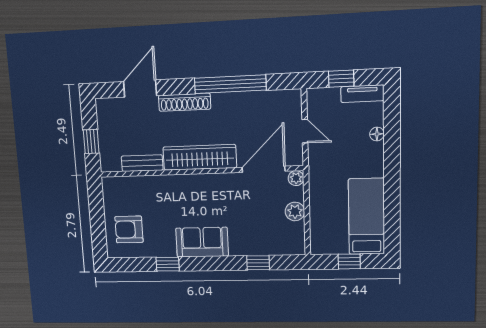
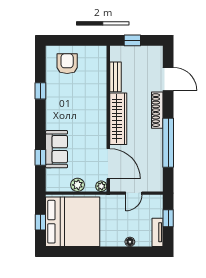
bed: (366, 217) -> (73, 222), width x2.04
sofa: (202, 242) -> (57, 149), moved

